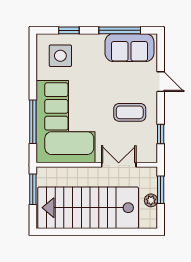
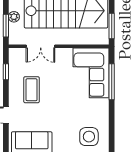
coffee table: (130, 112) -> (32, 90), turned 90
corner sofa: (65, 122) -> (91, 73), width x0.73, depth x0.74

